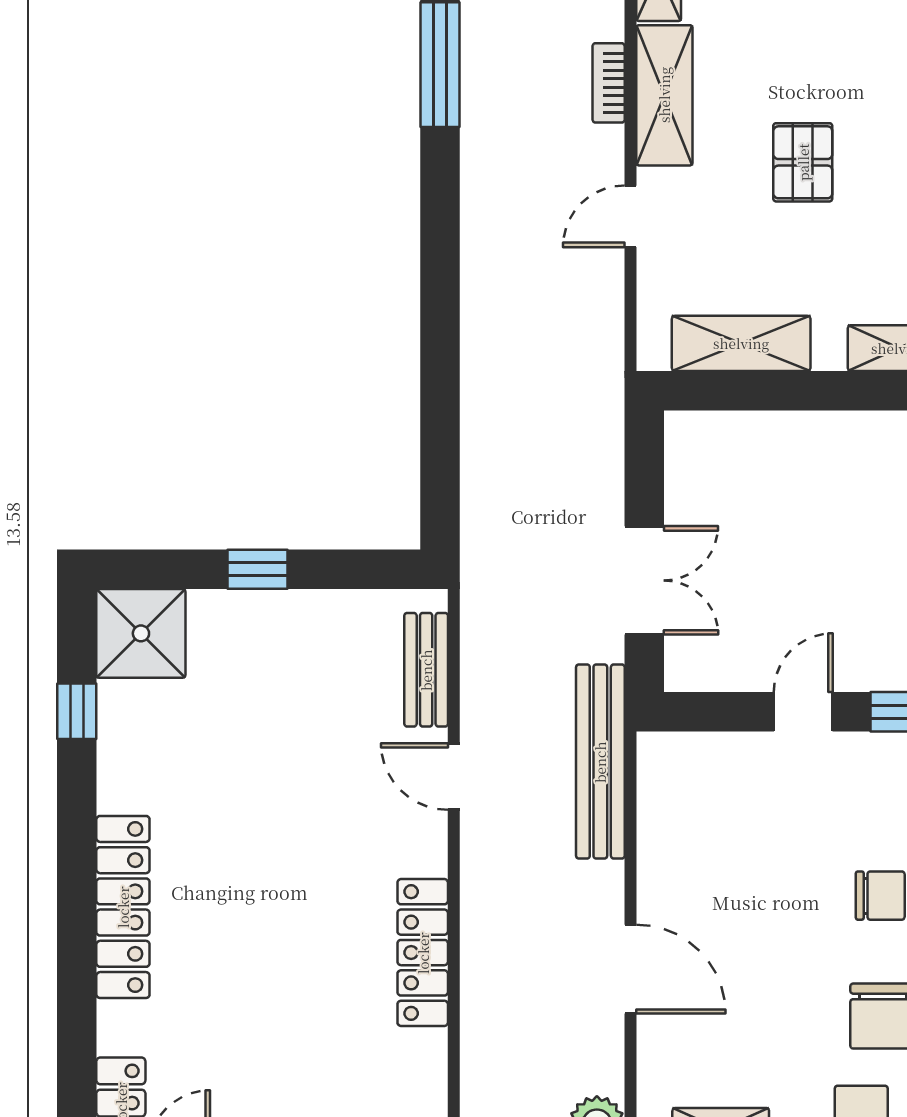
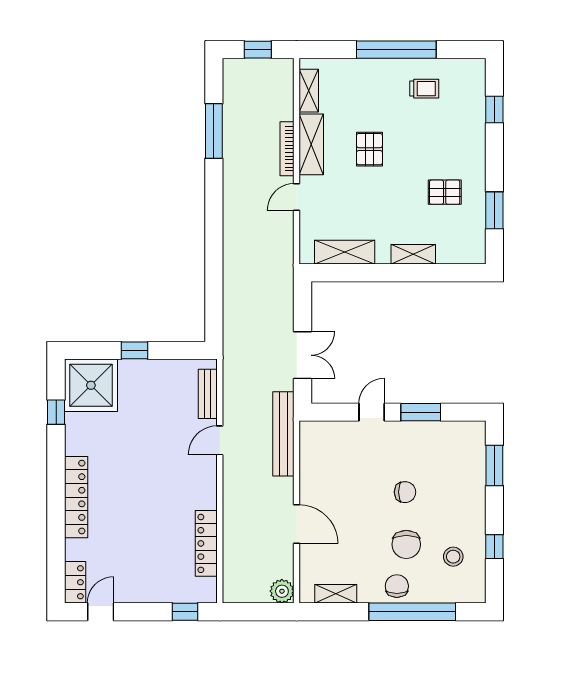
bookcase: (609, 83) -> (287, 149), width x1.56
pallet: (803, 162) -> (369, 149), moved
shower: (141, 633) -> (91, 385), width x1.37, depth x1.37
door: (454, 777) -> (220, 440), hinge flipped
locker: (423, 953) -> (206, 543), moved

